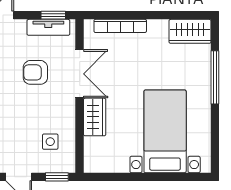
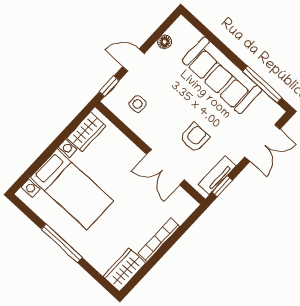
bookcase: (120, 26) -> (159, 240), moved
window: (215, 77) -> (62, 243), moved
wardrobe: (95, 117) -> (86, 132), moved, turned -90

